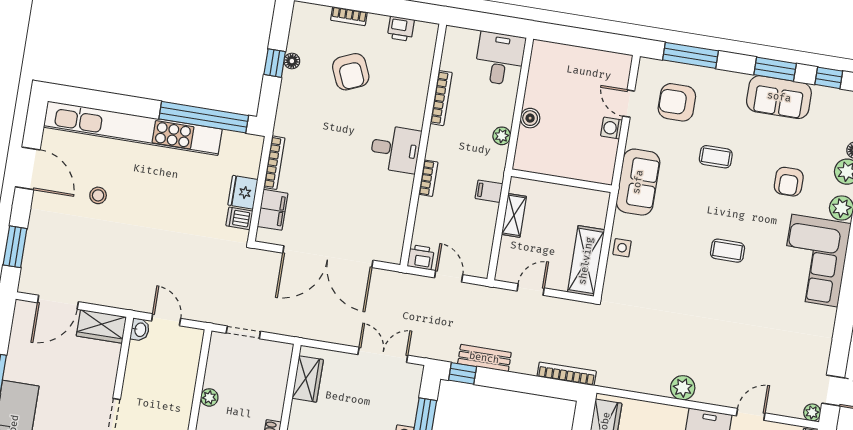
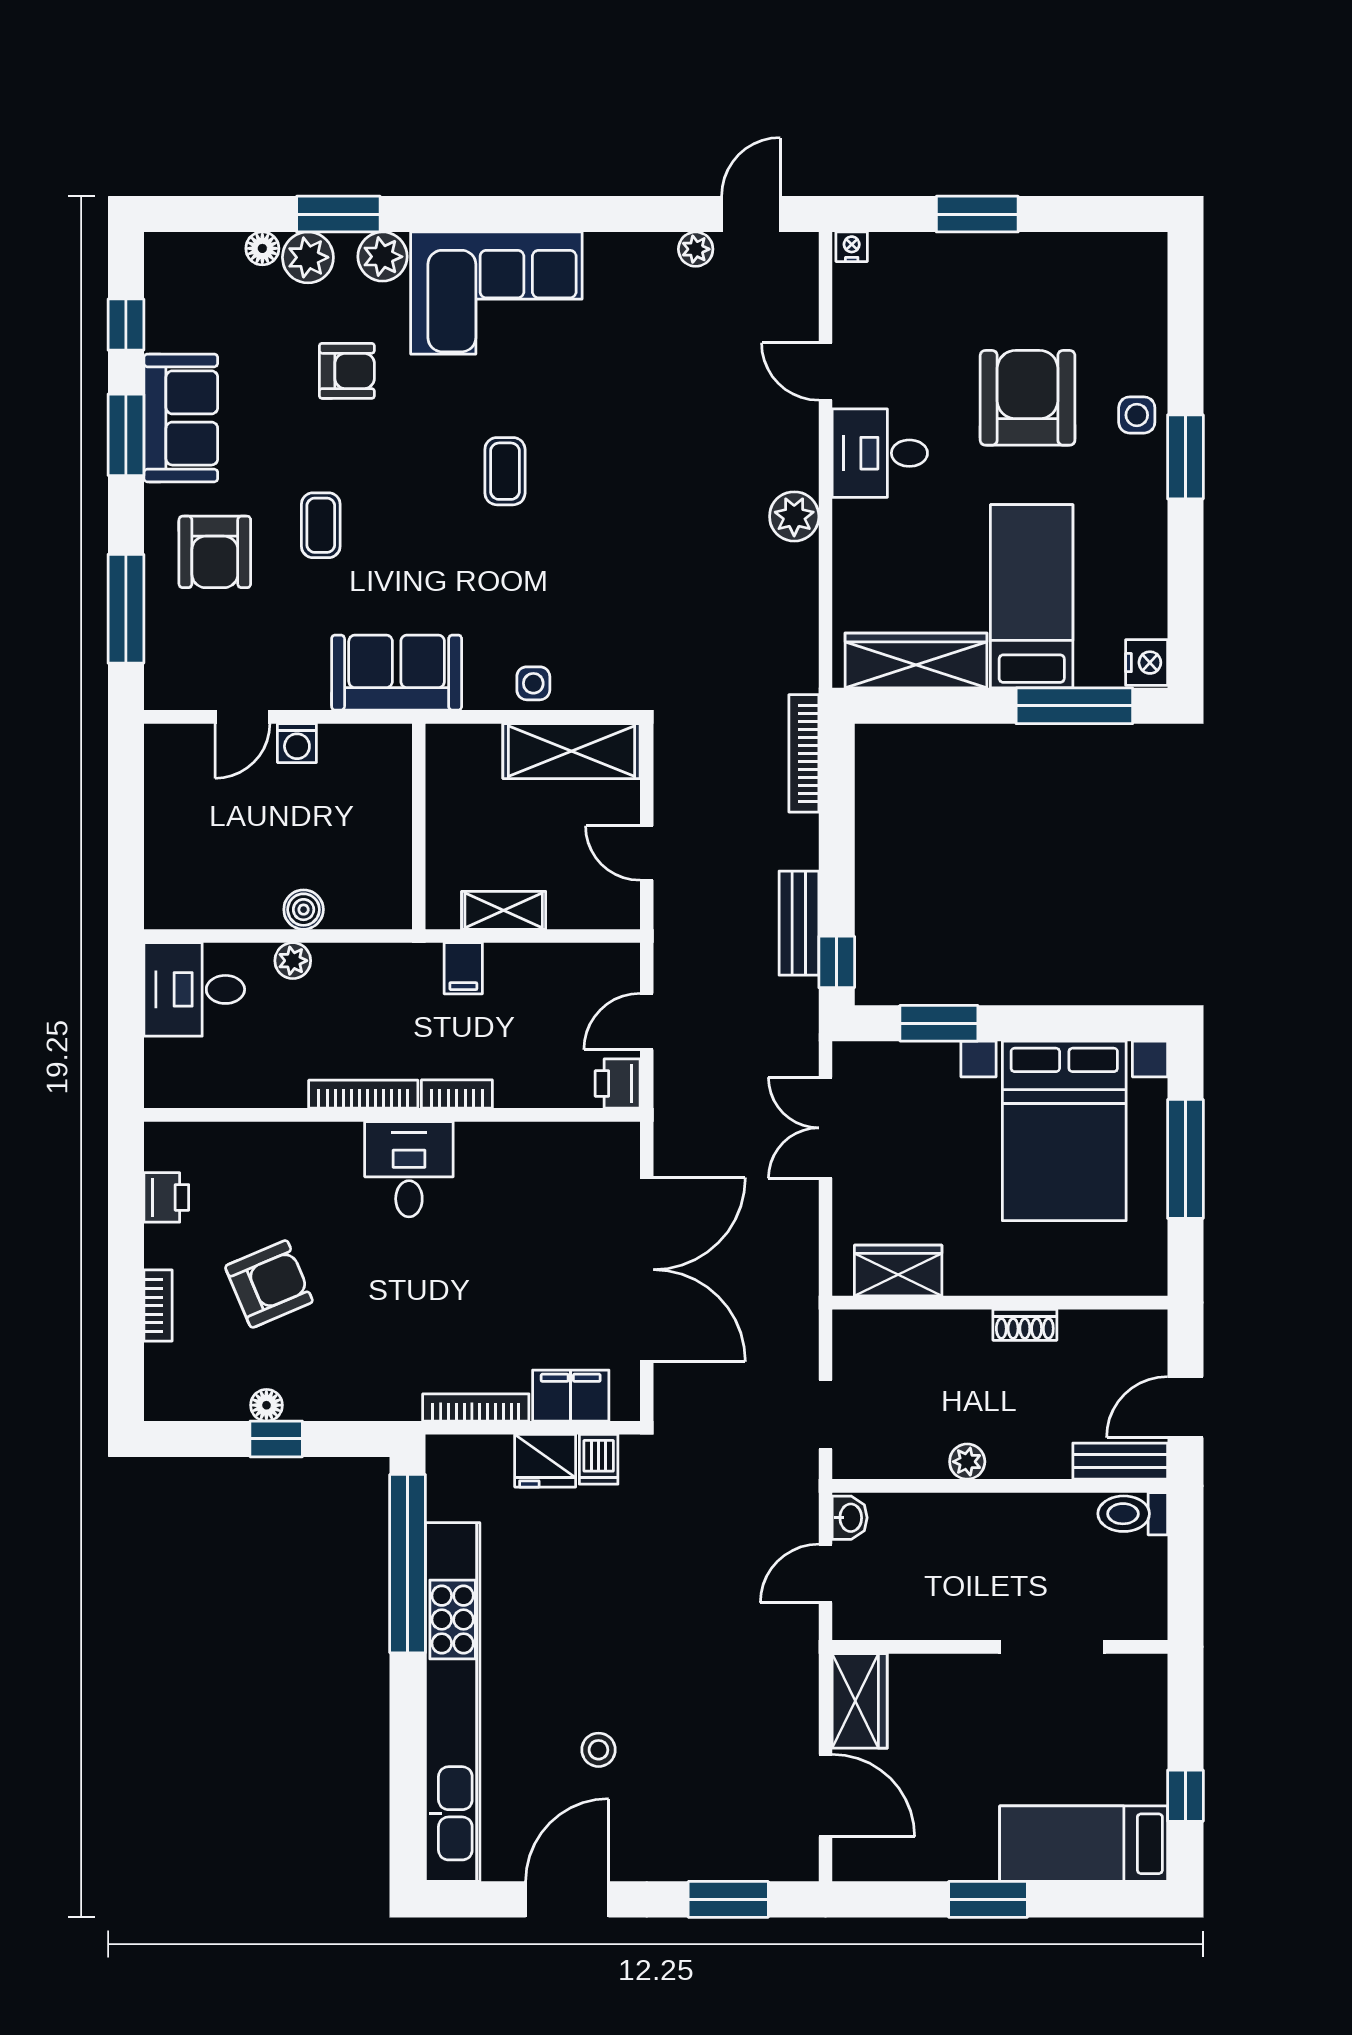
bookcase: (441, 98) -> (363, 1094), moved
armchair: (677, 102) -> (215, 552), moved
plant: (502, 136) -> (293, 961), moved
washbasin: (140, 330) -> (850, 1518), moved, turned 90
plant: (812, 412) -> (696, 249), moved

